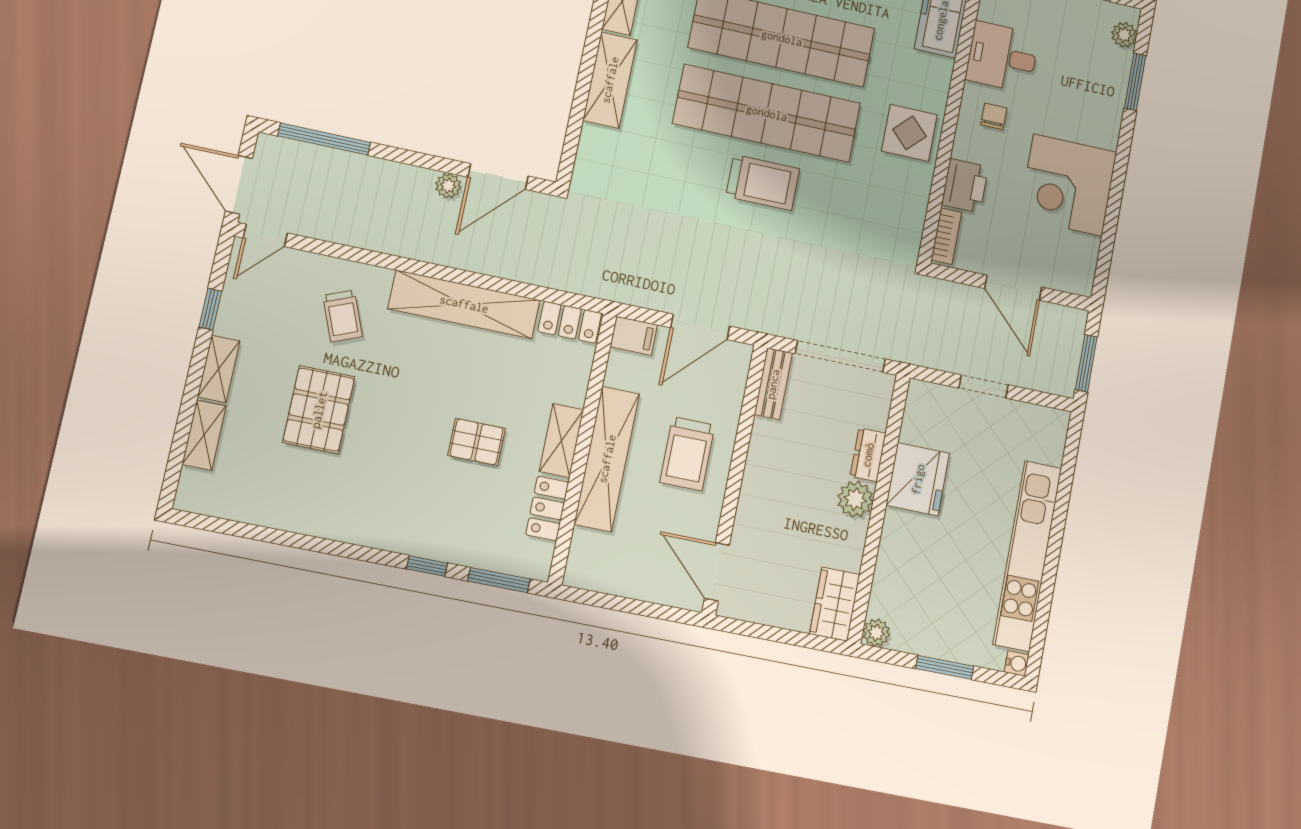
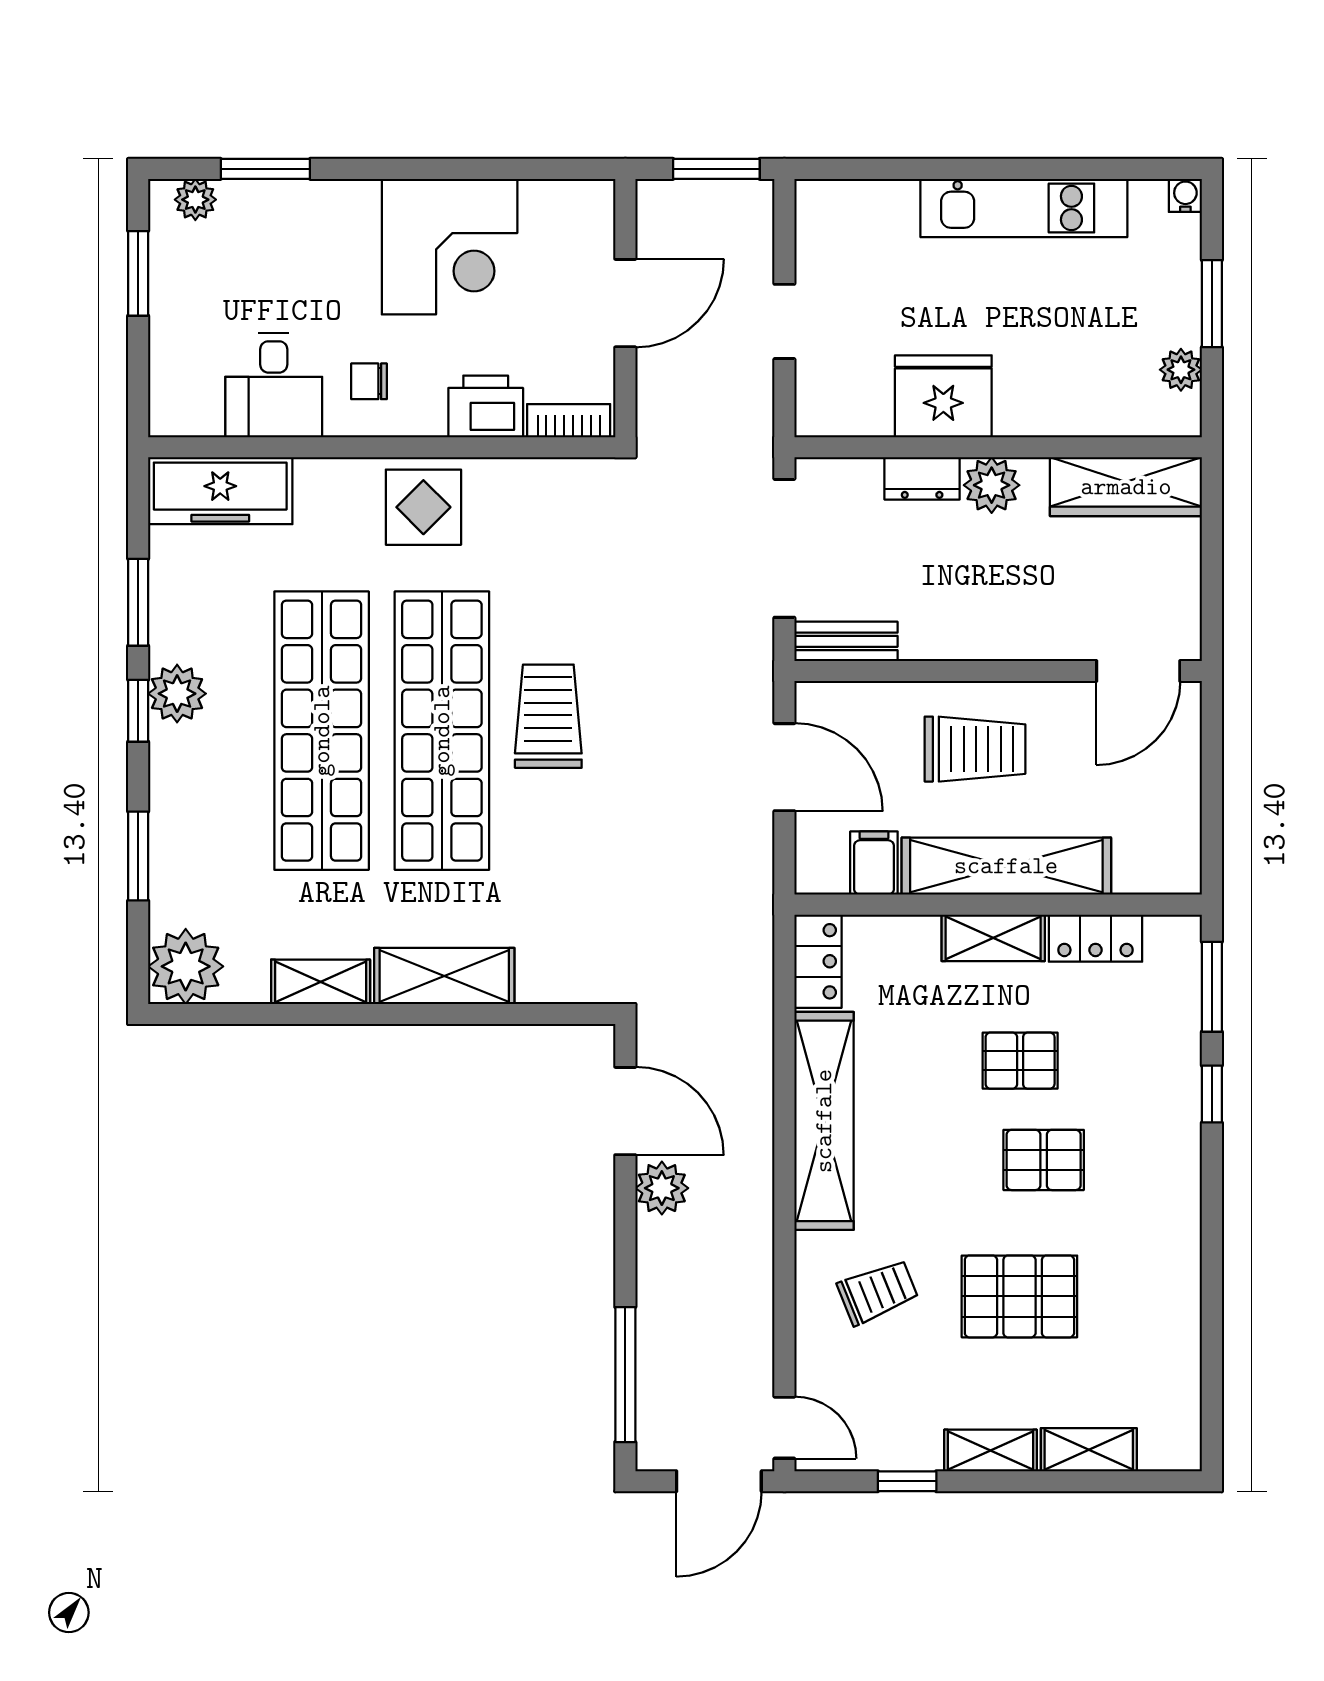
plant: (448, 186) -> (662, 1188), width x1.38, depth x1.38
filing cabinet: (634, 336) -> (874, 863), moved
pallet: (477, 442) -> (1020, 1061), turned 90
pallet: (407, 444) -> (1044, 1160), added
kitchen unit: (1027, 556) -> (1024, 208), width x0.73
wardrobe: (835, 604) -> (1126, 487), width x1.50
plant: (876, 633) -> (1181, 370), moved

